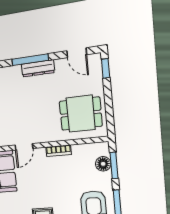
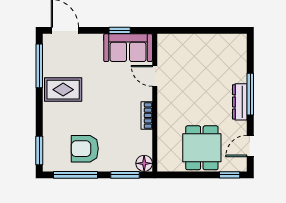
dining table: (81, 114) -> (202, 148), moved
floor lamp: (103, 164) -> (144, 163), moved

